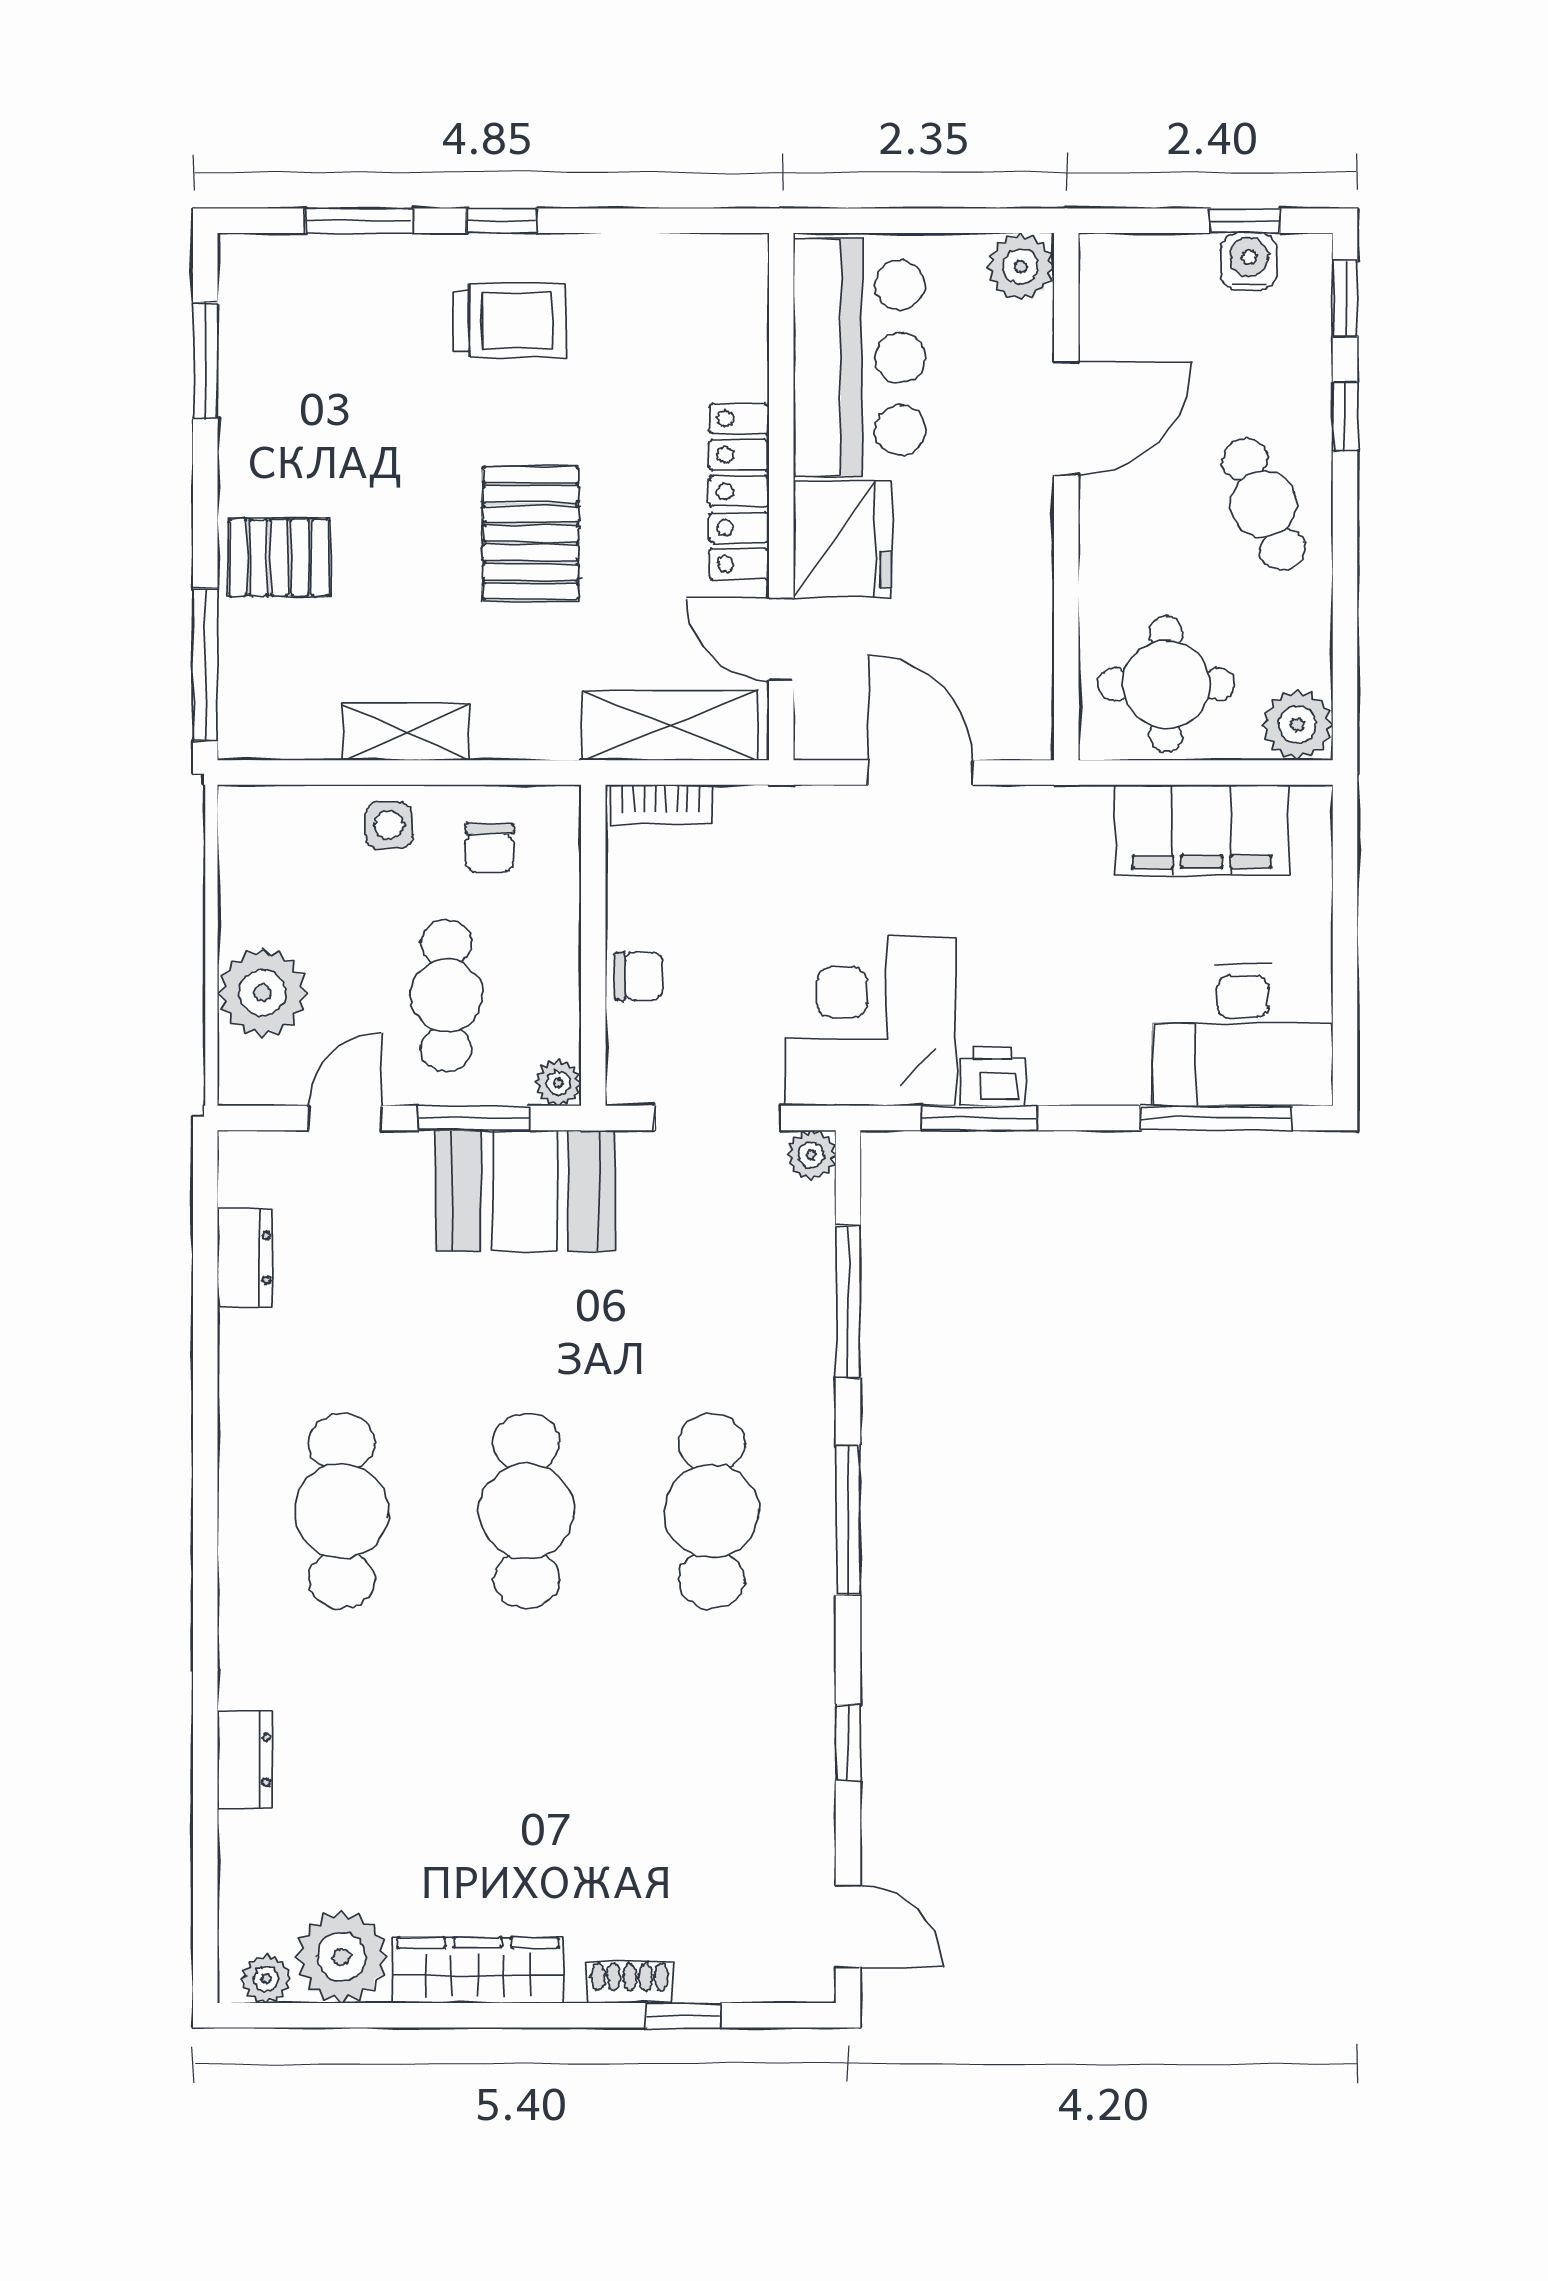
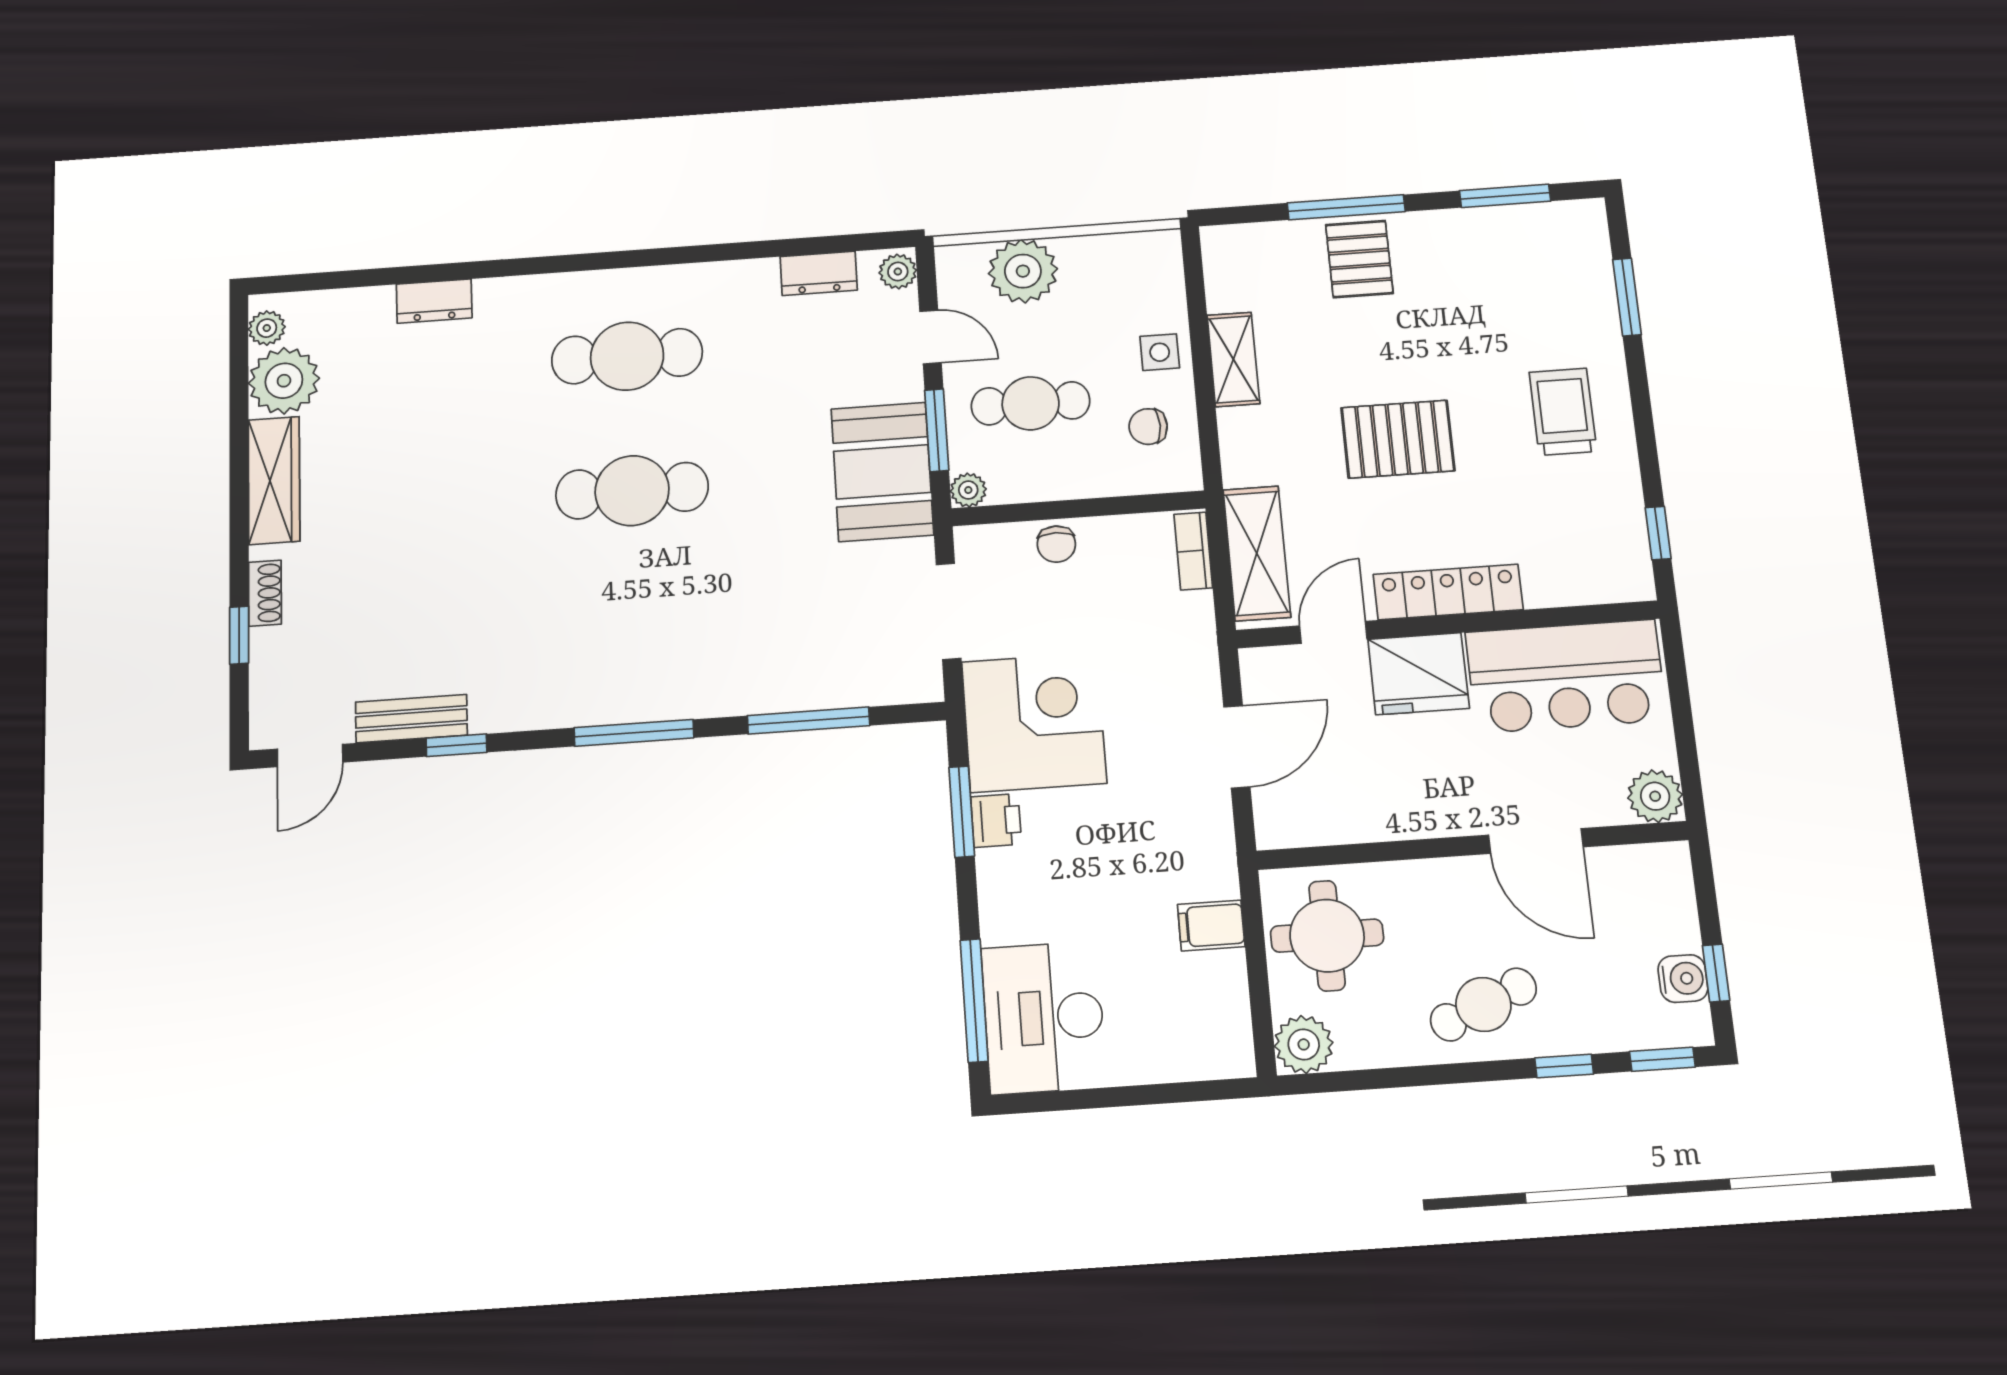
window: (502, 221) -> (1658, 533), moved
trolley: (509, 321) -> (1563, 412), turned 180
window: (205, 665) -> (1346, 207), moved
filing cabinet: (1202, 830) -> (1211, 926), width x0.33, depth x0.86
plant: (811, 1155) -> (898, 272), moved
cafe table: (712, 1511) -> (637, 628), removed
bench: (809, 1798) -> (411, 719), added

